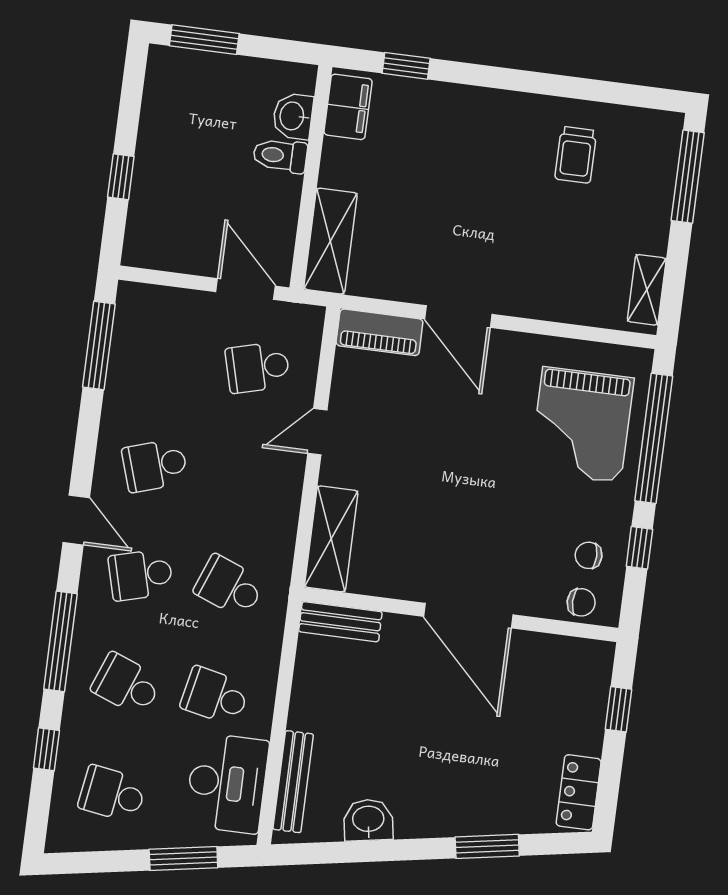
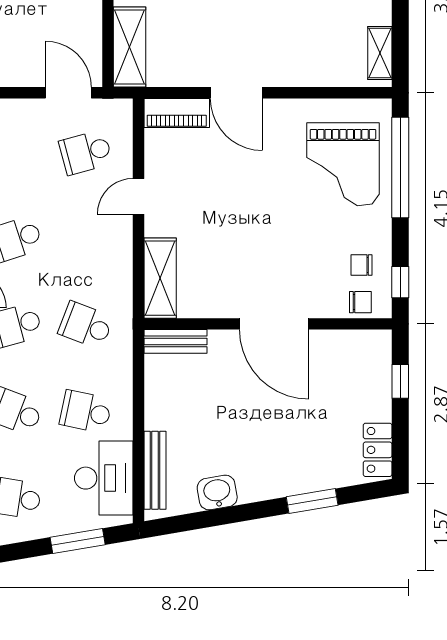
window: (639, 548) -> (400, 282), moved

